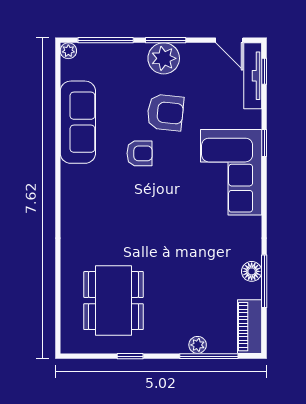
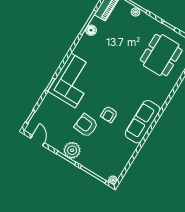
tv unit: (253, 76) -> (37, 118), removed
sofa: (78, 122) -> (143, 122), moved
armchair: (139, 153) -> (109, 114), turned -90

